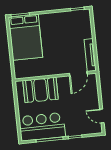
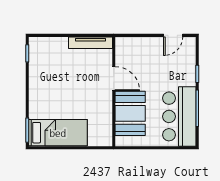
bed: (26, 37) -> (58, 133), width x0.67
door: (78, 74) -> (114, 79), moved

